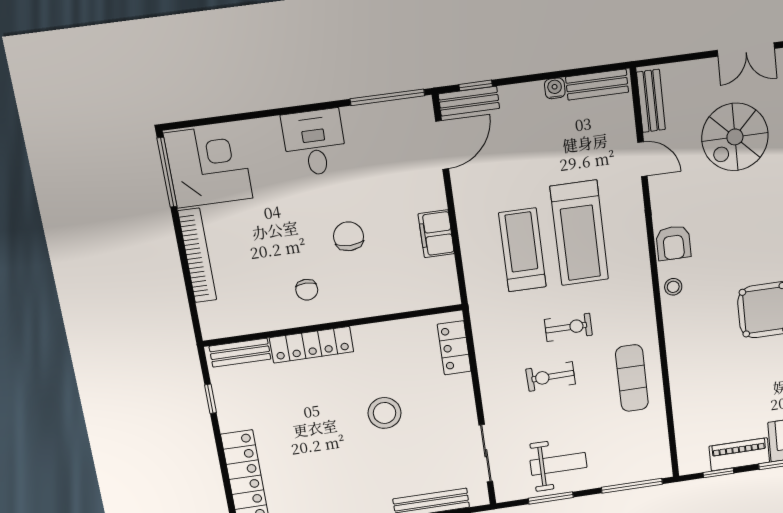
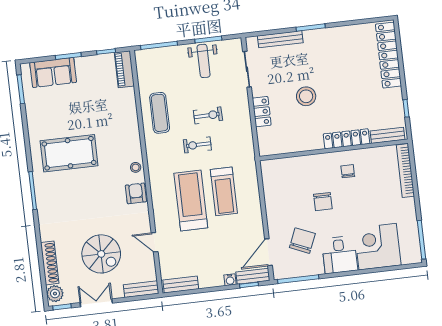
water cooler: (555, 88) -> (230, 280), moved
bench: (651, 101) -> (141, 289), moved, turned 90
spiral stairs: (735, 137) -> (101, 254), turned 90
corner desk: (208, 166) -> (378, 247), moved, turned 90
chair: (382, 167) -> (302, 241), added
filing cabinet: (436, 234) -> (273, 202), removed
bookcase: (197, 255) -> (405, 171), moved
locker: (454, 348) -> (262, 112), moved
piano: (739, 454) -> (124, 69), moved, turned 90
weight bench: (558, 464) -> (204, 61), turned -90

